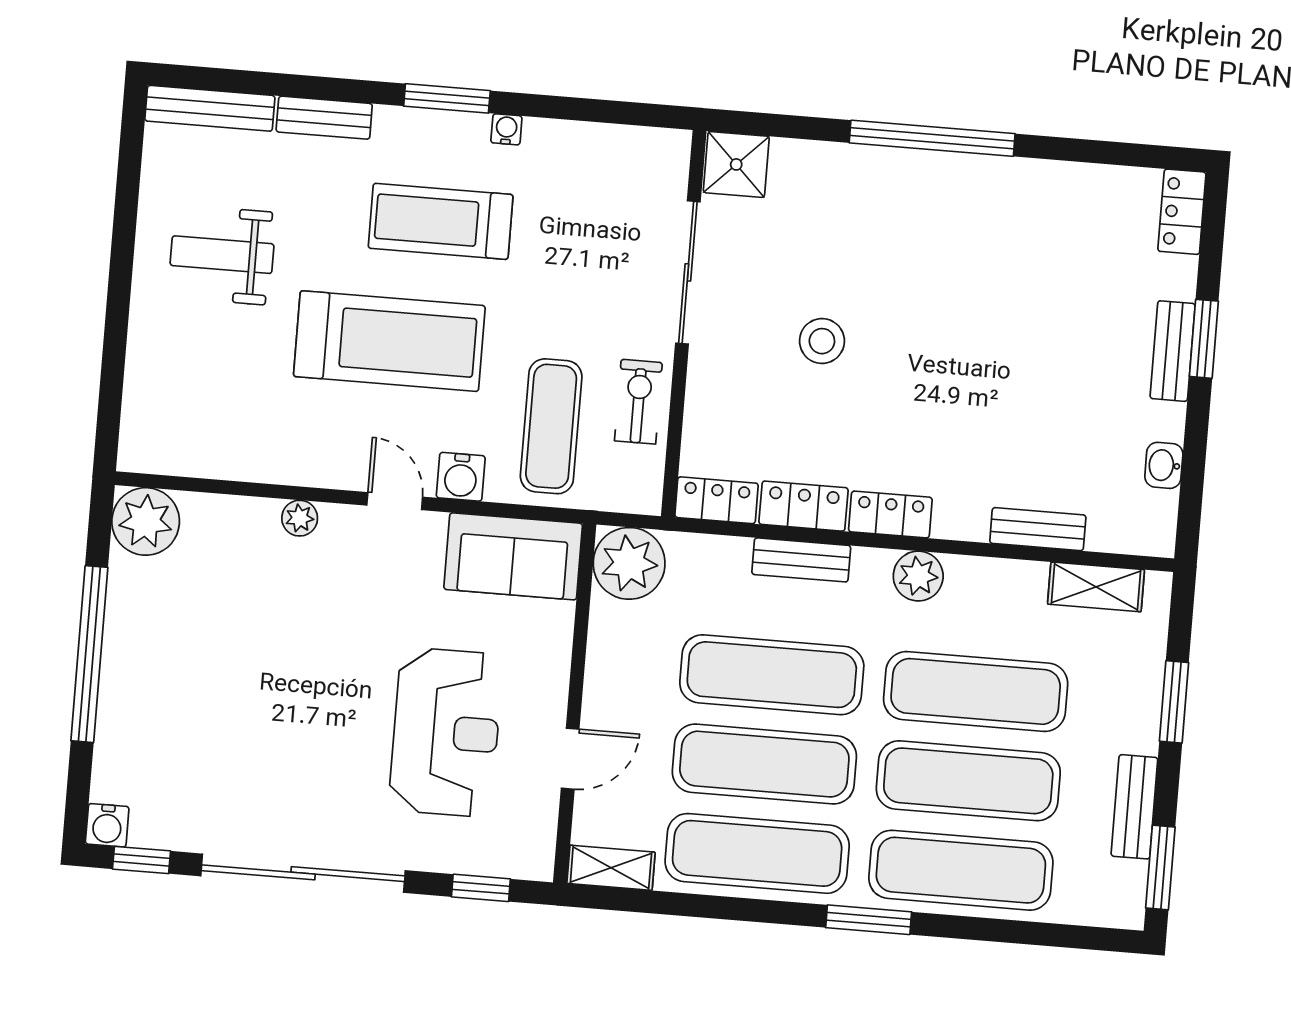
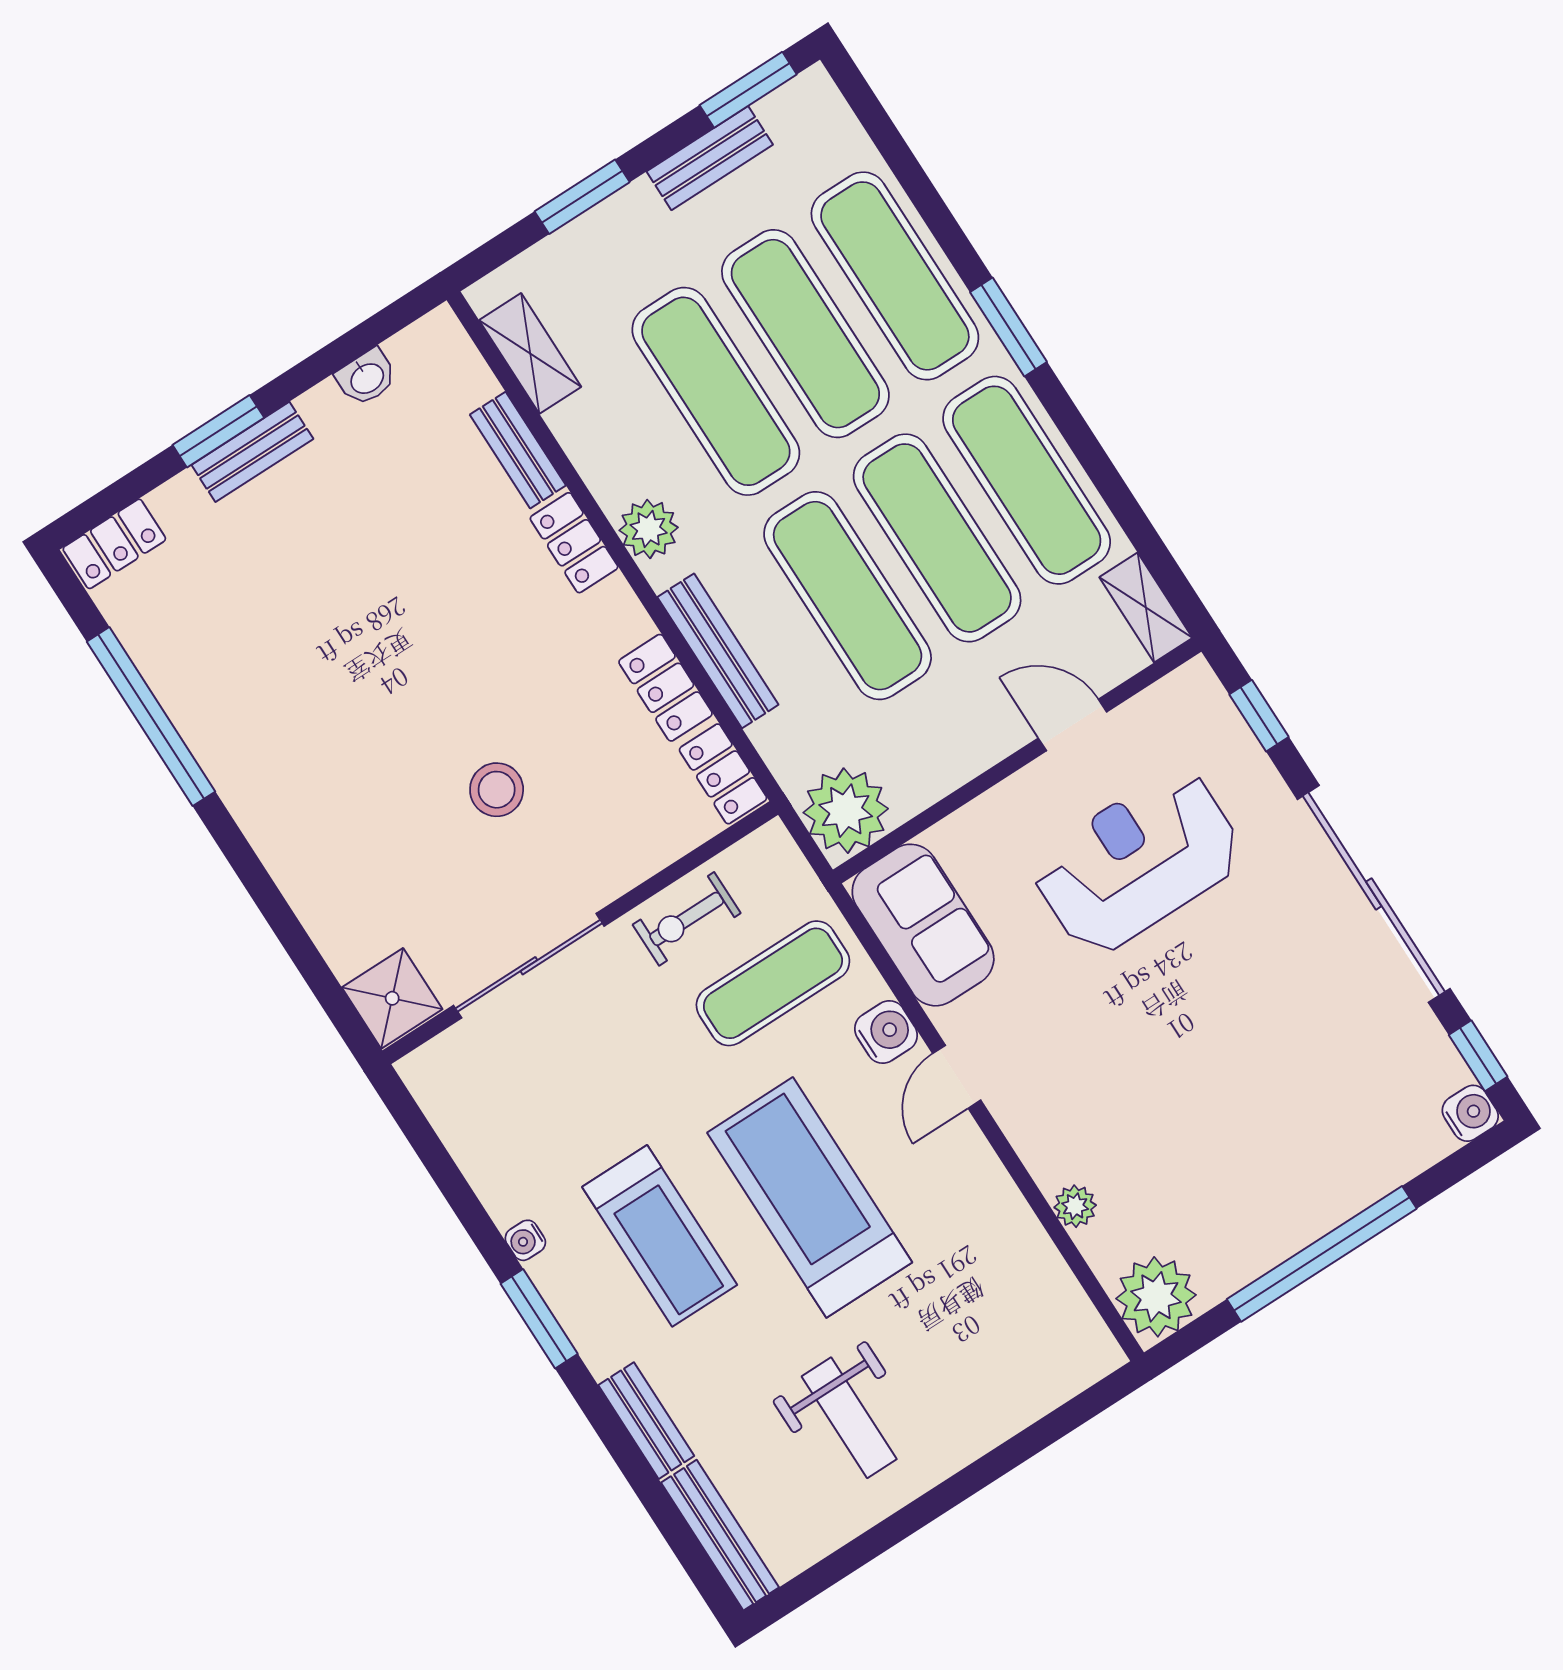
window: (932, 138) -> (151, 717), moved
locker: (890, 515) -> (574, 543), moved
plant: (300, 518) -> (1075, 1206), moved
bench: (801, 560) -> (718, 651), width x1.36

